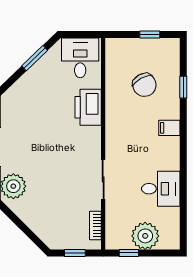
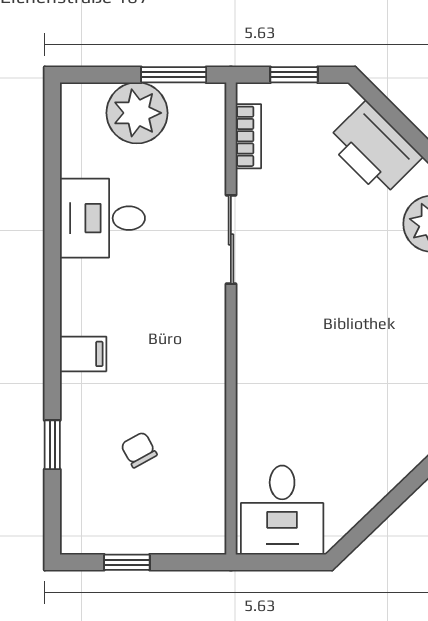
window: (35, 58) -> (384, 509), removed
chair: (144, 85) -> (139, 450), width x0.54, depth x0.54
printer: (88, 107) -> (374, 149), moved, turned 135
window: (129, 253) -> (174, 75), width x1.50

